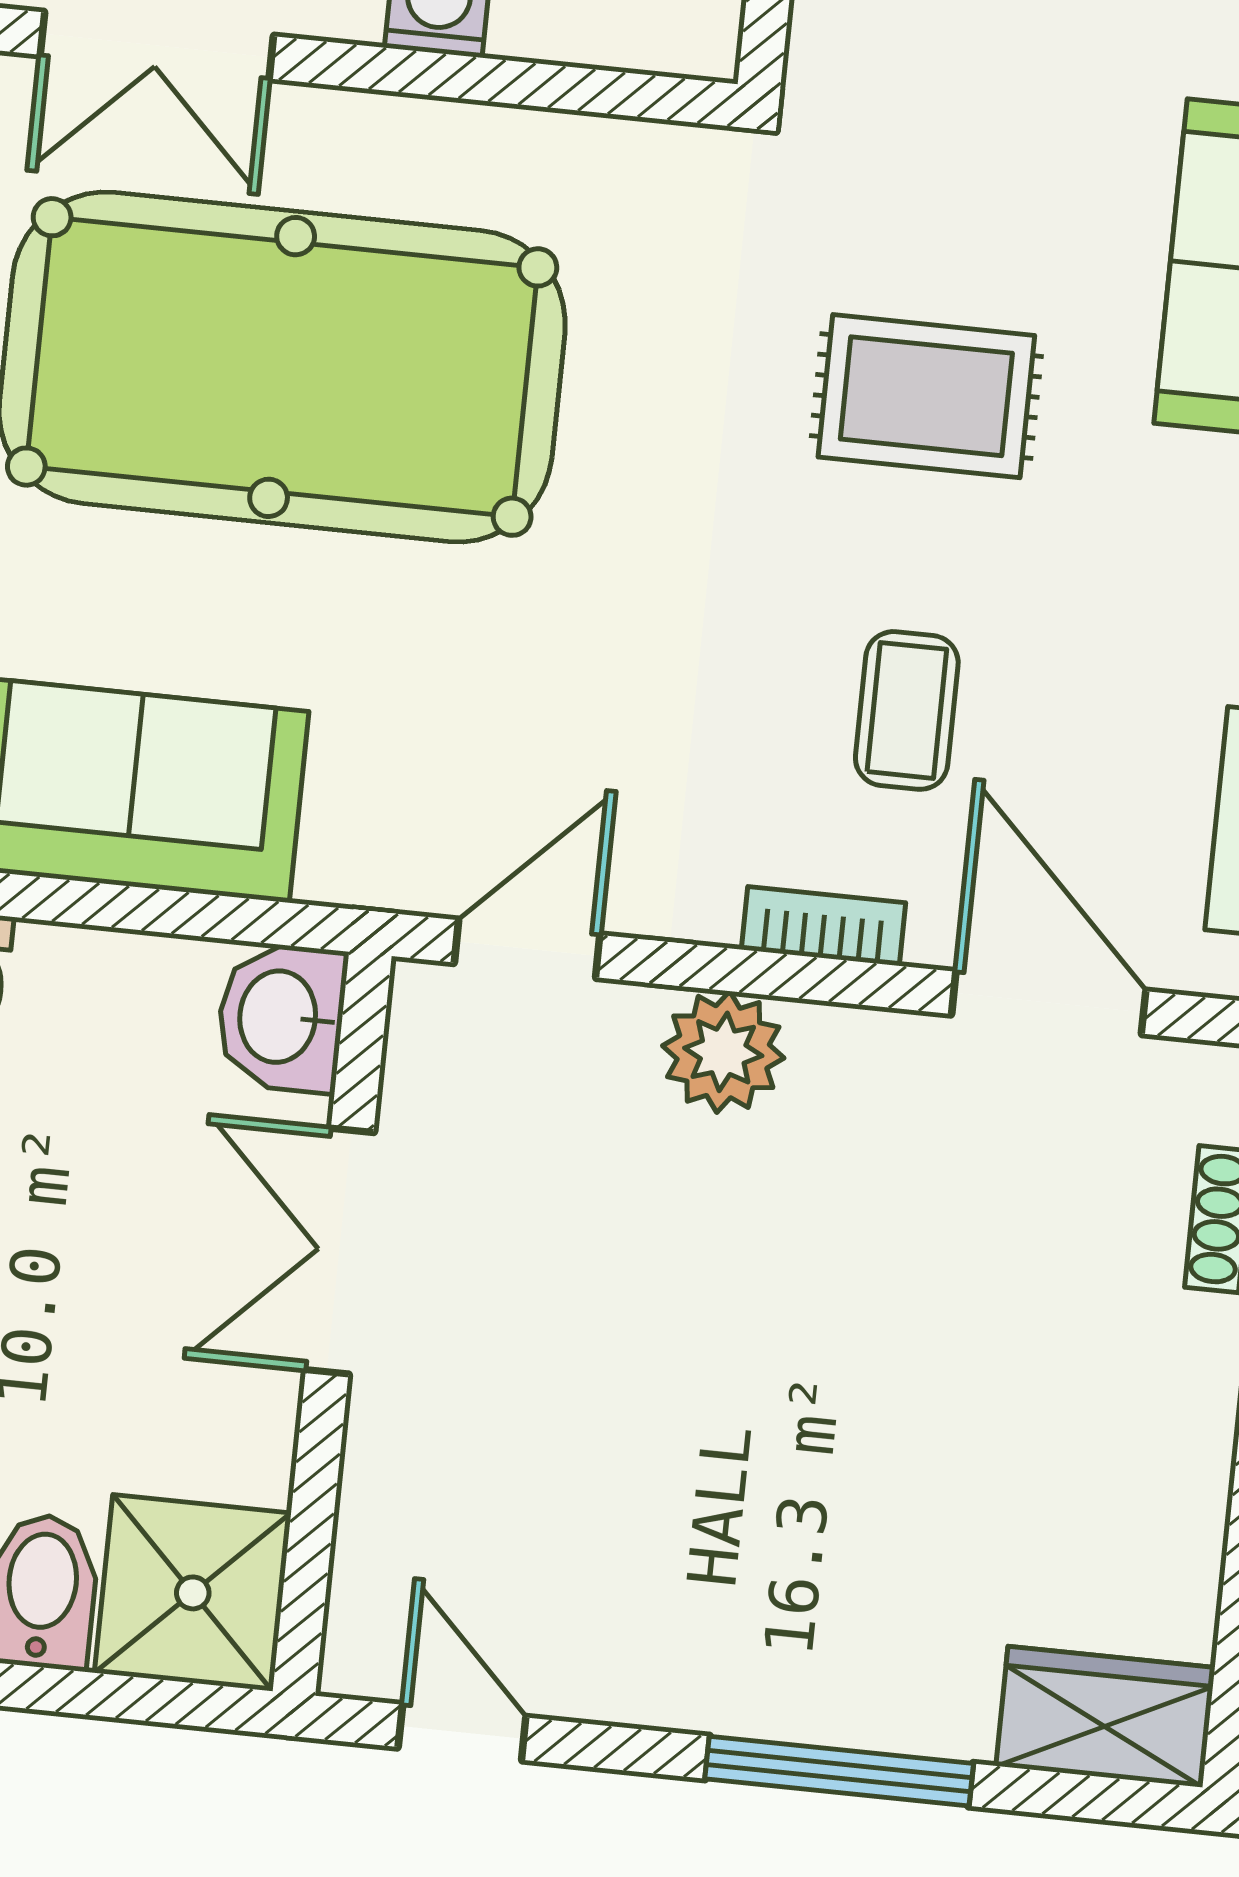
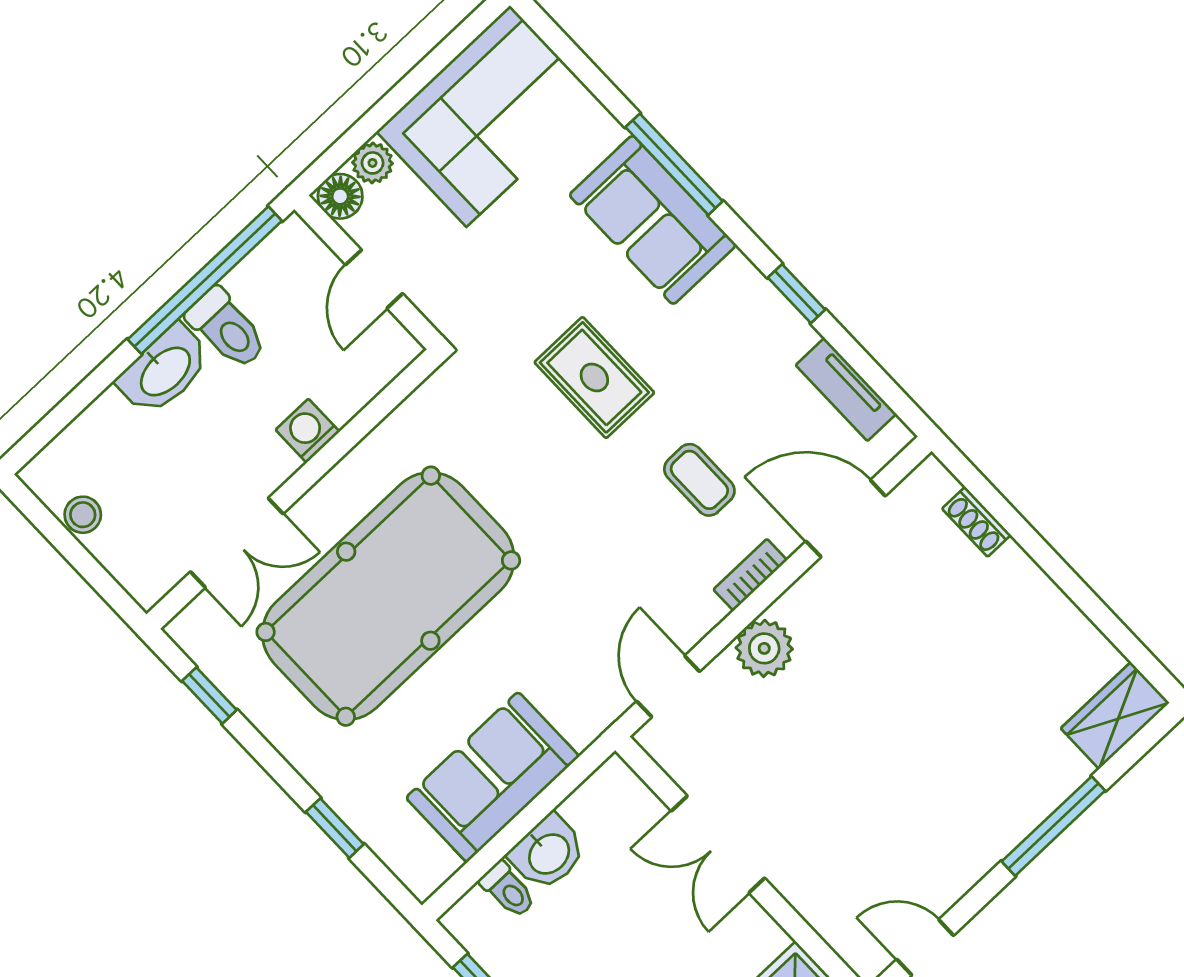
rug: (926, 396) -> (594, 378), turned 90
washbasin: (281, 1017) -> (548, 853), moved, turned -90

